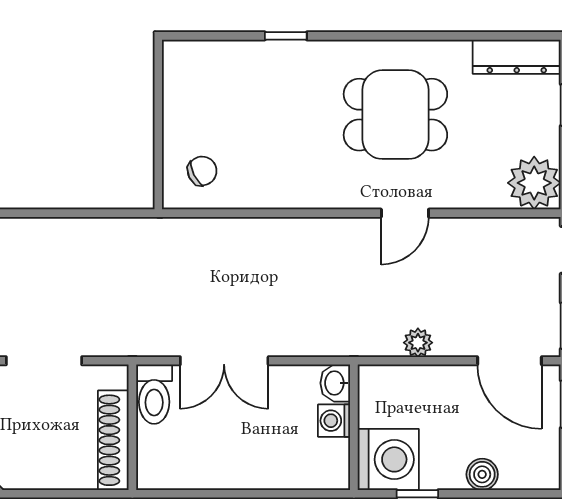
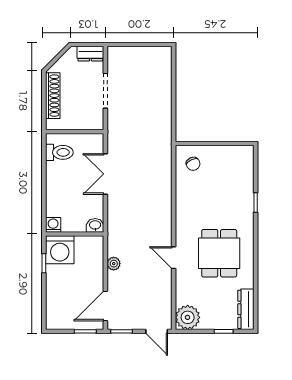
toilet: (154, 394) -> (59, 152), moved, turned 180
washing machine: (334, 421) -> (53, 225), moved
shoe rack: (113, 440) -> (53, 96), moved, turned 90
boiler: (482, 474) -> (53, 293), removed

